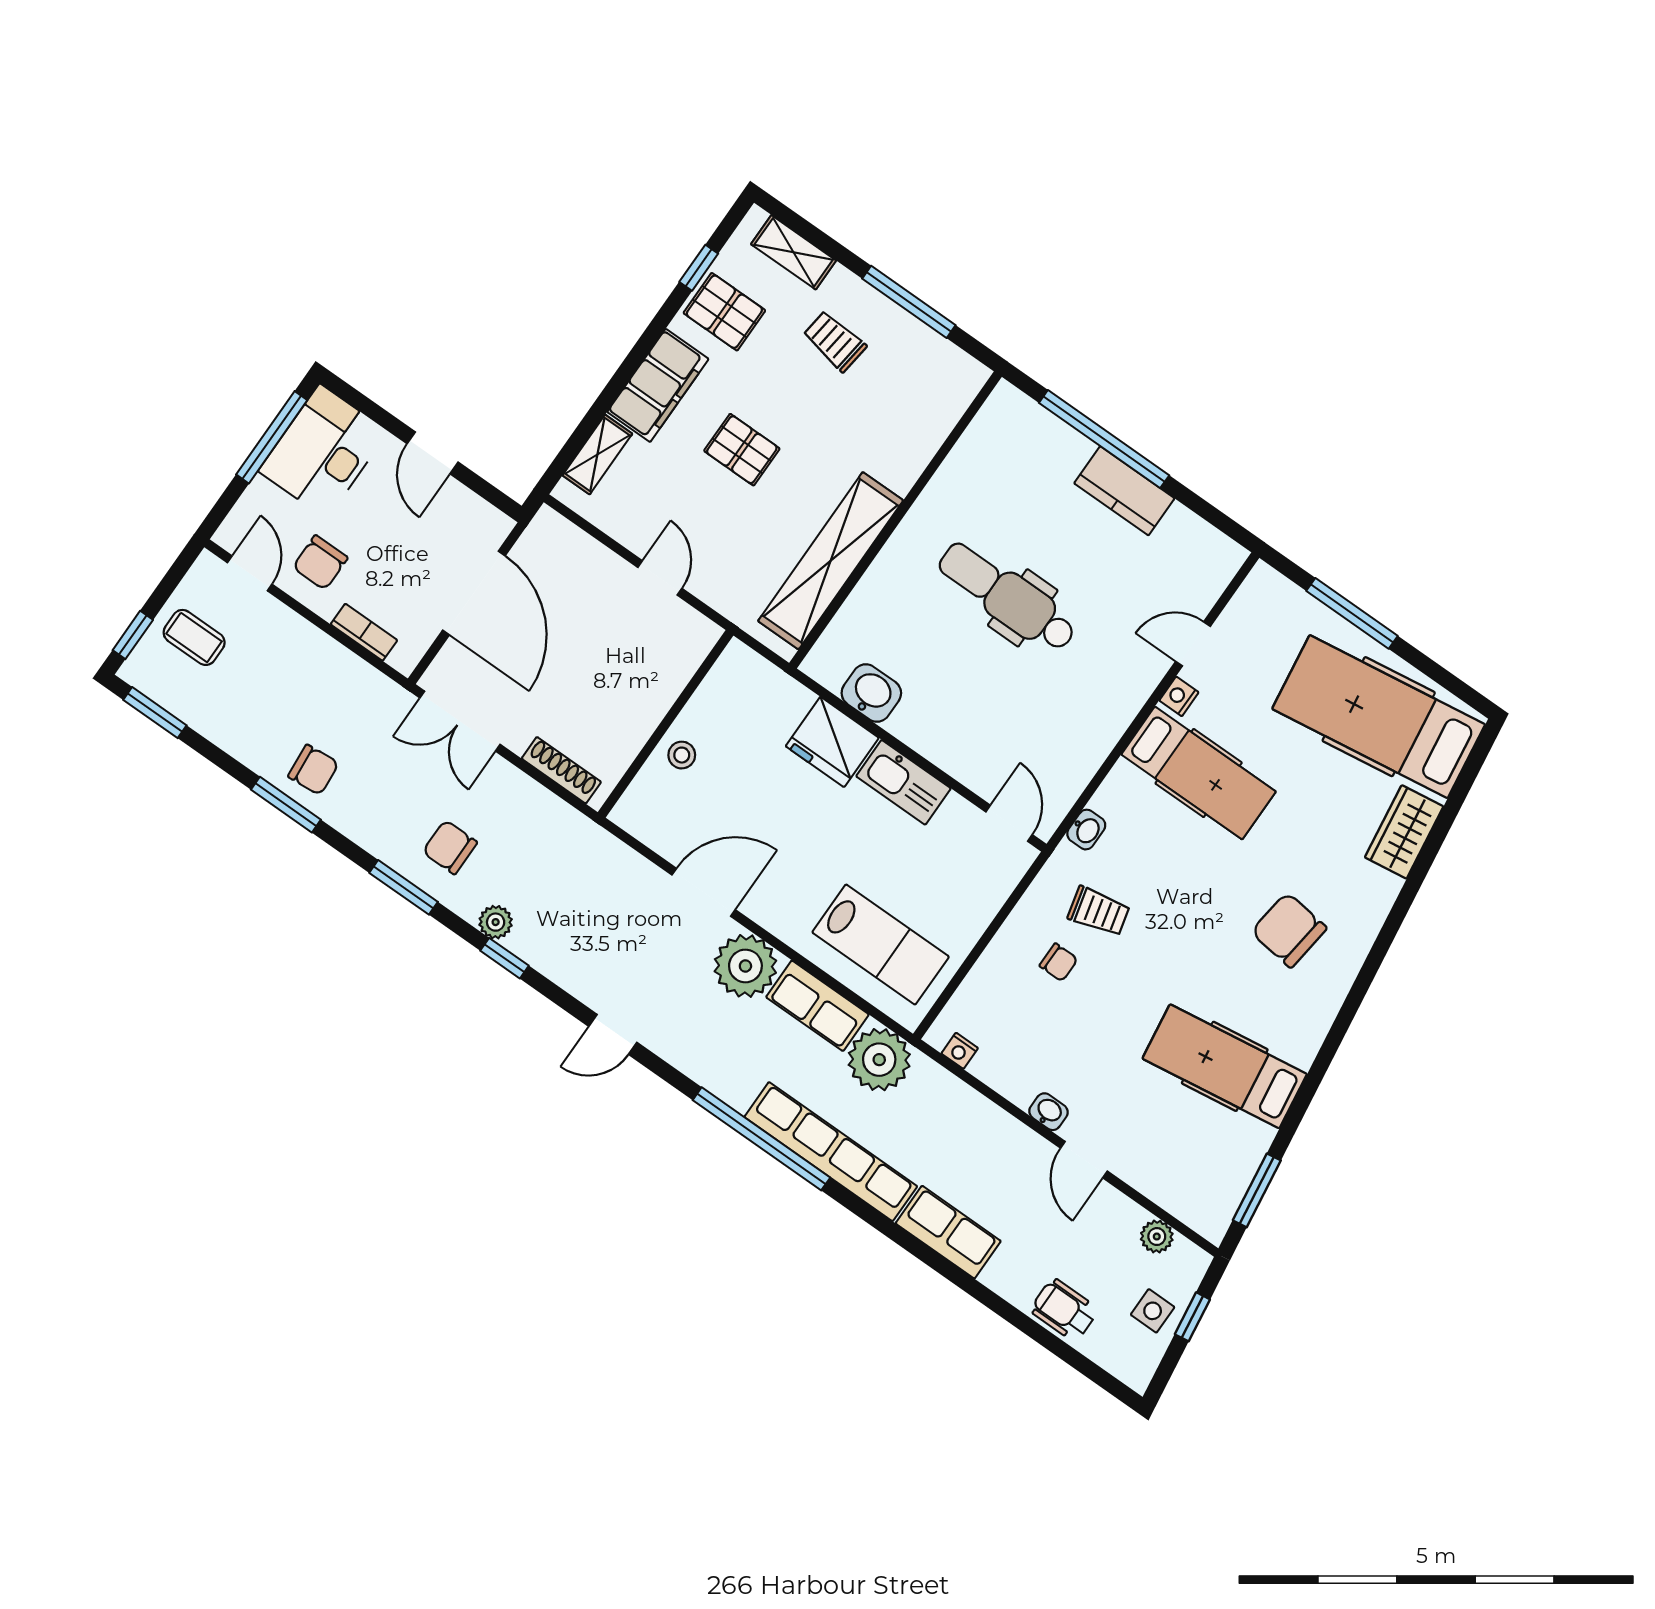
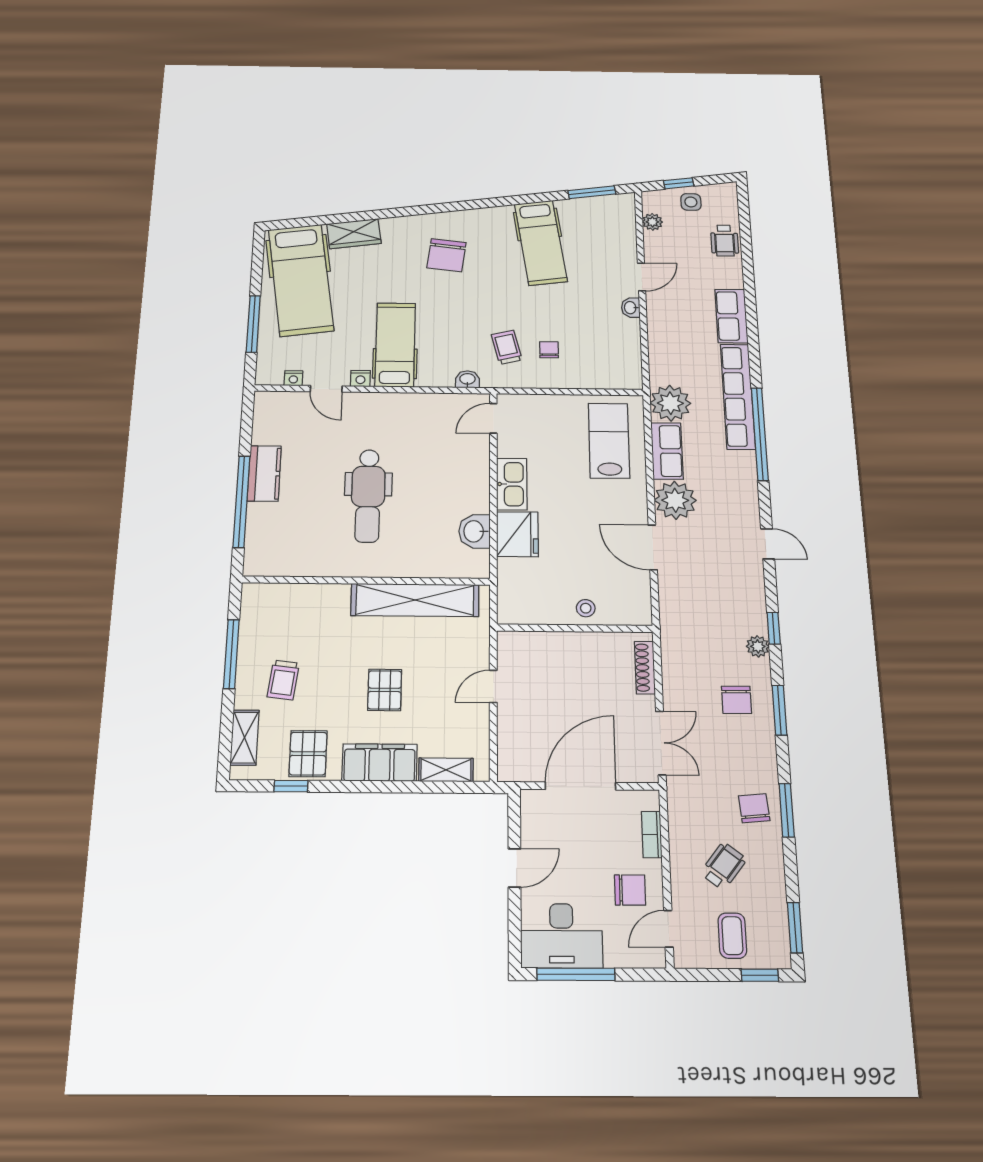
wheelchair: (274, 686) -> (723, 866), added
nightstand: (960, 1051) -> (293, 378), moved, turned 90

